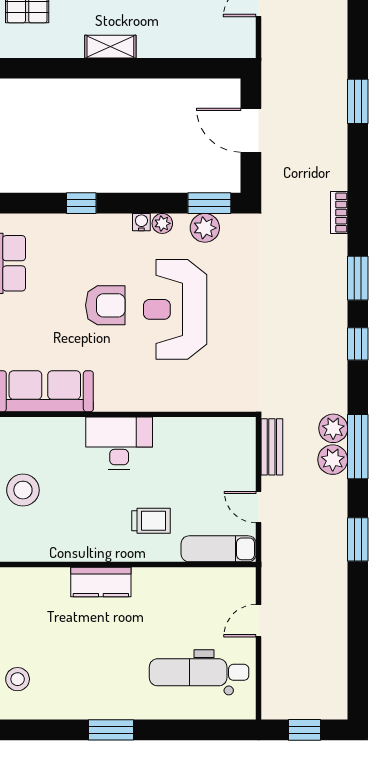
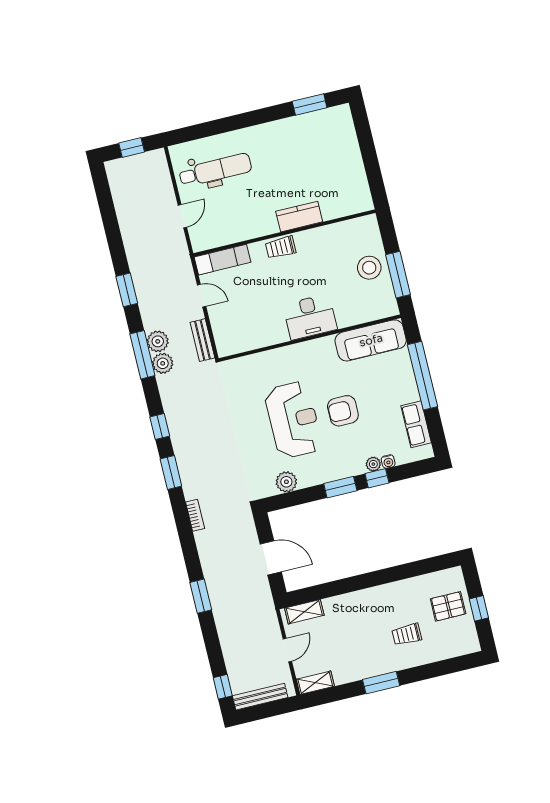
shelving: (110, 47) -> (304, 612), moved
window: (209, 203) -> (340, 487), moved
water cooler: (141, 222) -> (388, 461), moved
plant: (162, 223) -> (373, 464), moved
trolley: (151, 521) -> (281, 247), moved
stool: (18, 679) -> (341, 135), removed
window: (111, 730) -> (310, 105), moved

